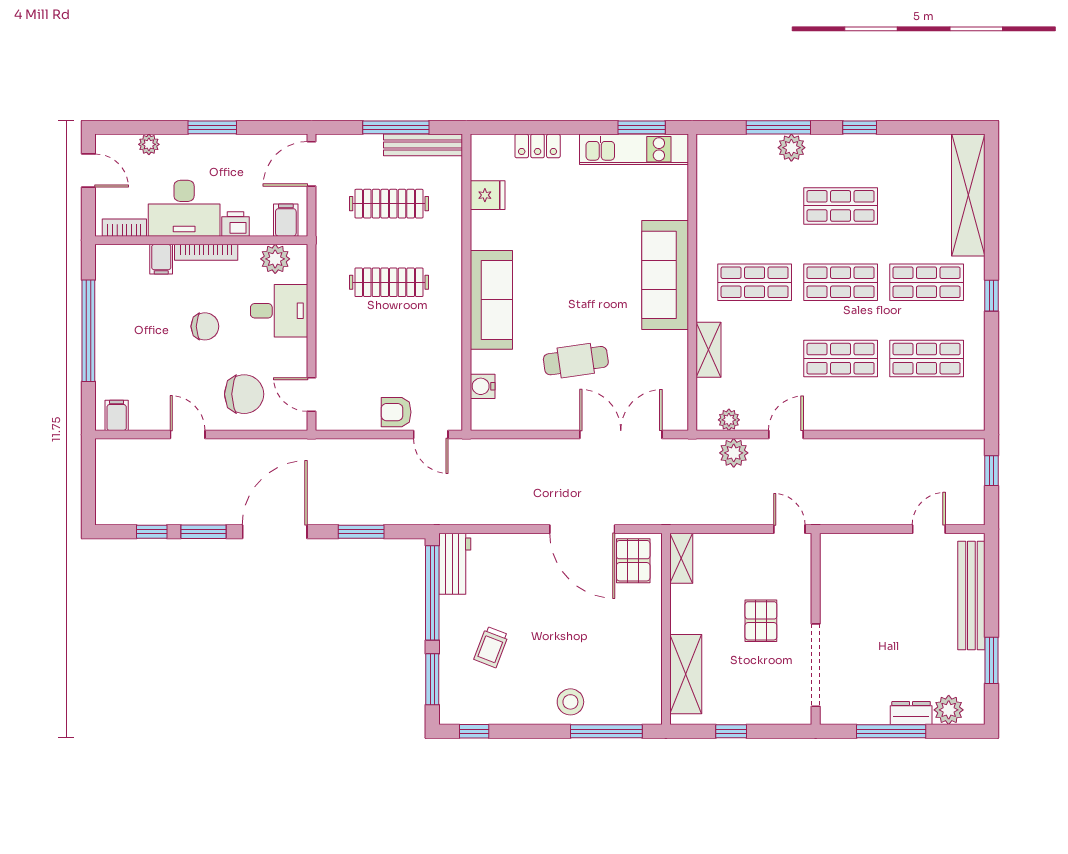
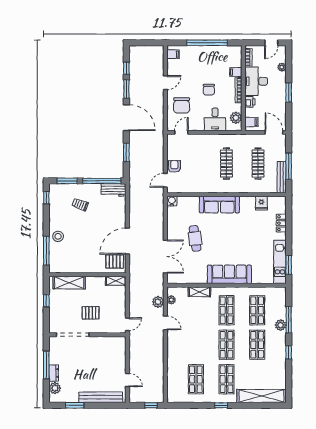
shop shelf: (841, 359) -> (257, 310), moved
water cooler: (483, 386) -> (172, 201), moved

